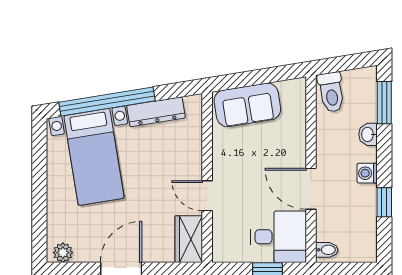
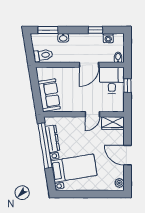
window: (107, 101) -> (45, 146), moved
washing machine: (367, 173) -> (108, 38), moved

